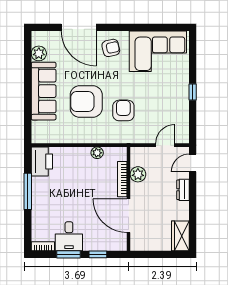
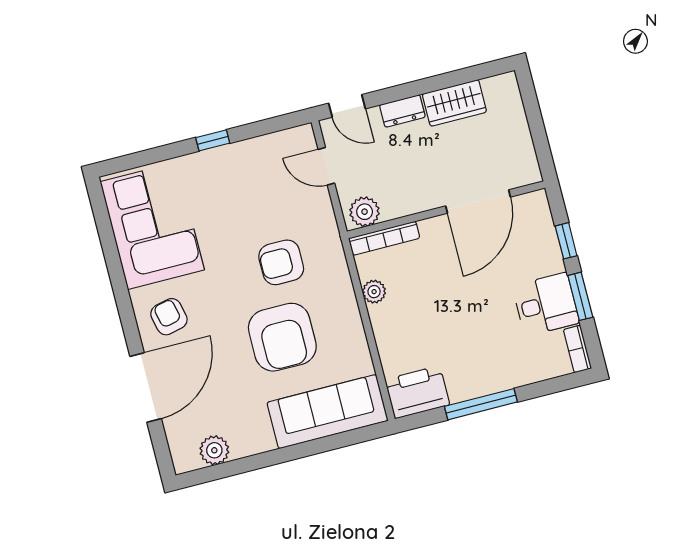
sofa: (44, 91) -> (327, 412), moved
plant: (138, 174) -> (365, 212), moved
bookcase: (122, 179) -> (384, 238), moved
wardrobe: (180, 236) -> (454, 103), moved

